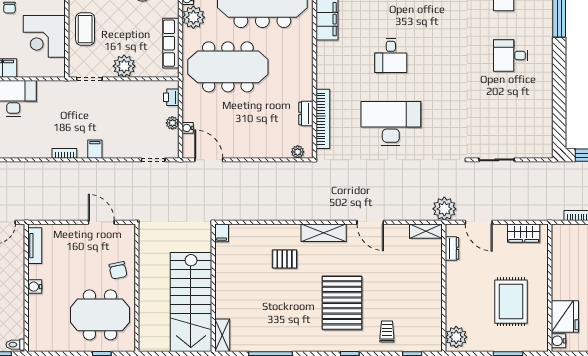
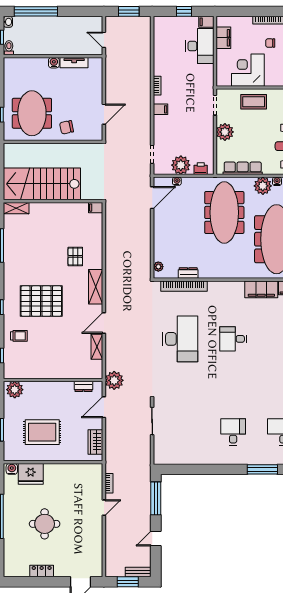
plant: (172, 123) -> (181, 165), width x1.87, depth x1.87
shelving: (426, 231) -> (97, 347), moved
tv unit: (35, 246) -> (74, 63), moved

